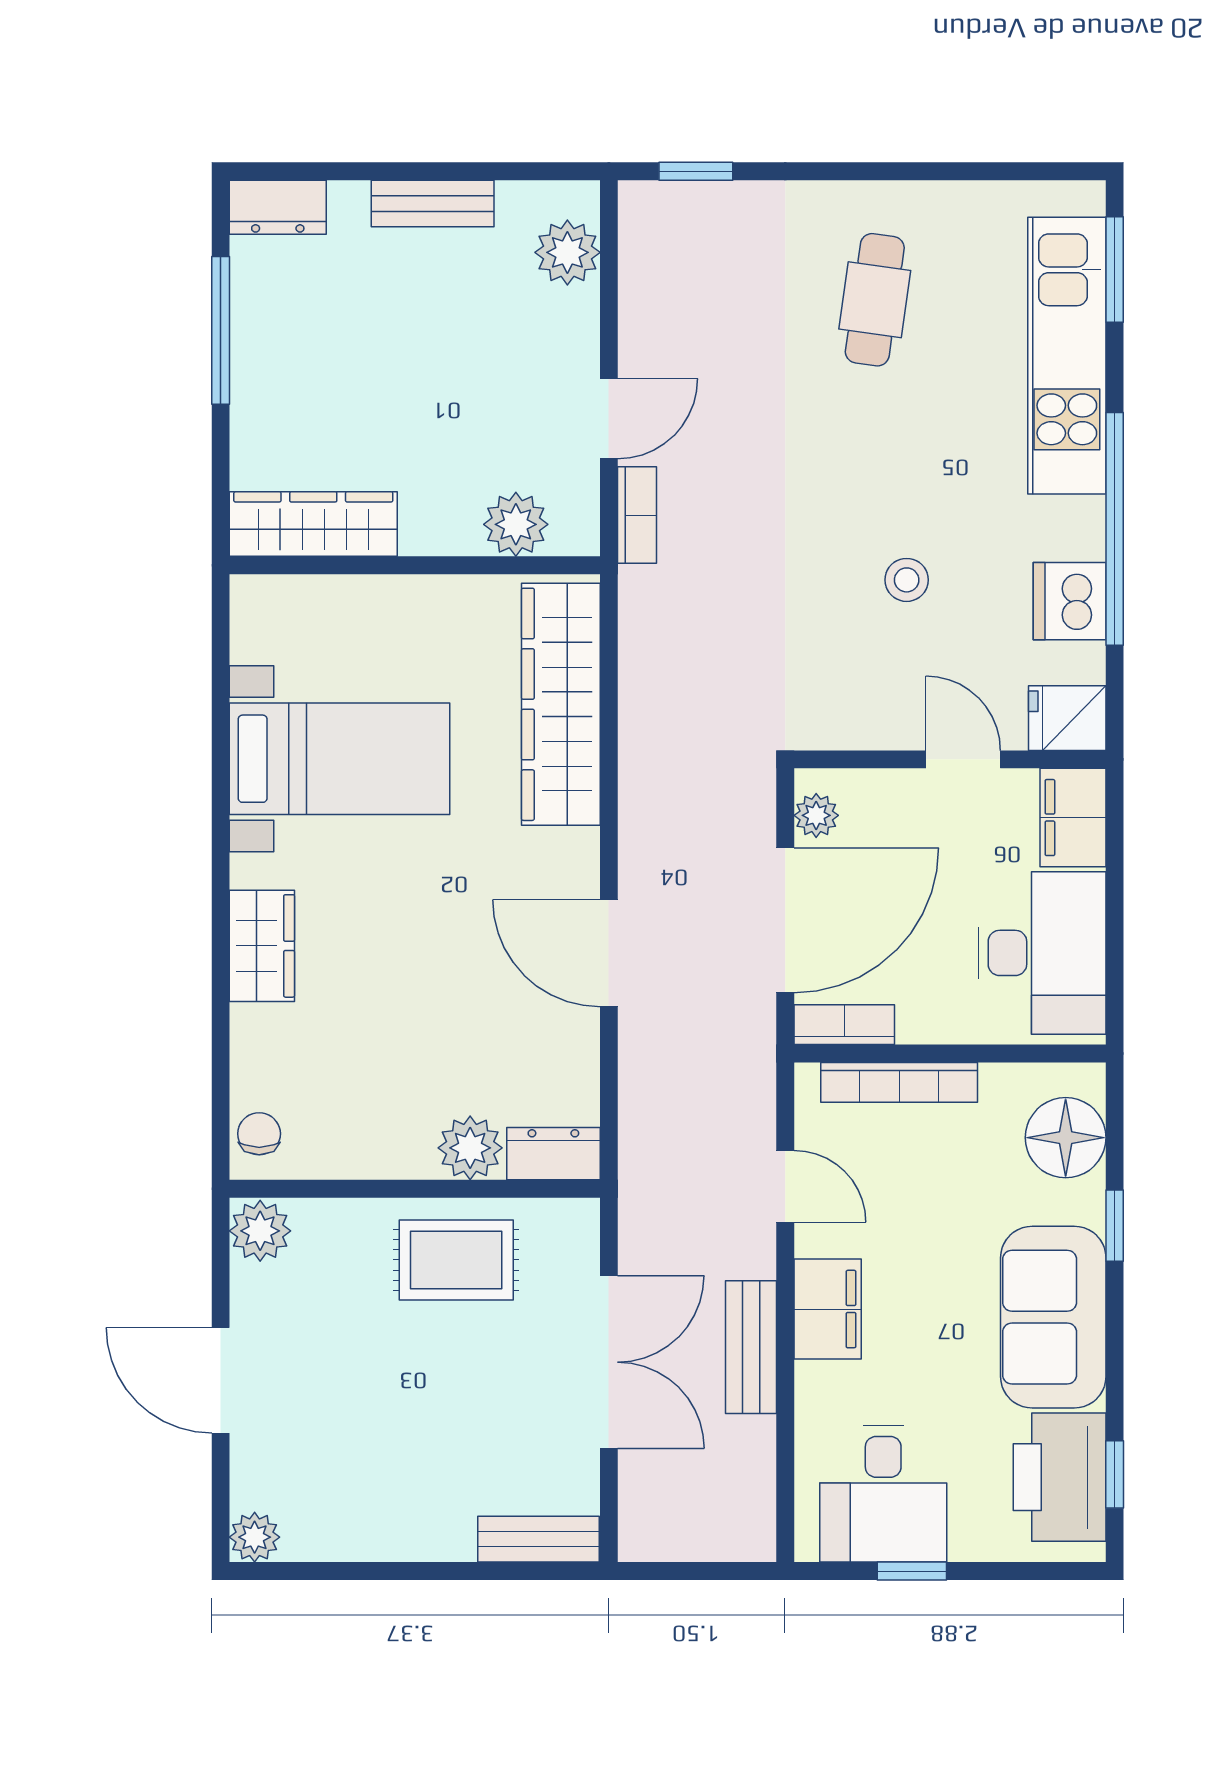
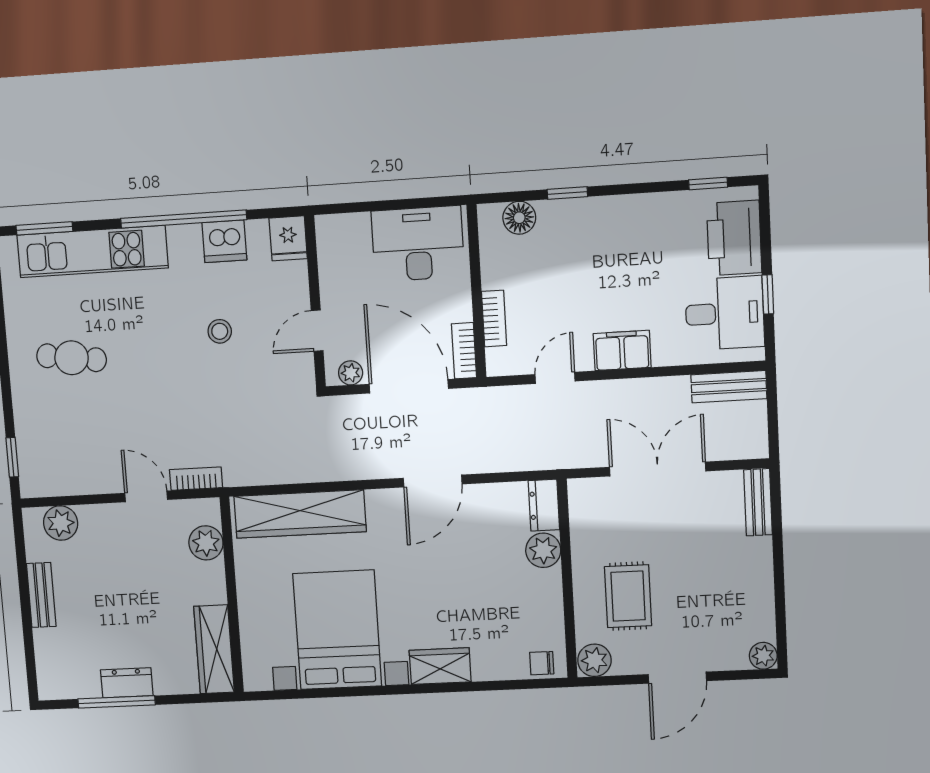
dresser: (278, 207) -> (127, 683), moved, turned -90
bed with nightstands: (340, 759) -> (337, 630), width x1.36
door: (963, 759) -> (317, 331), moved
filing cabinet: (1073, 818) -> (342, 232), removed
bookcase: (899, 1082) -> (494, 319), width x0.64
floor lamp: (1066, 1138) -> (519, 218), width x0.73, depth x0.73
rug: (456, 1260) -> (628, 596), moved
sofa: (1053, 1317) -> (621, 224), removed
bench: (751, 1347) -> (729, 387), moved
printer: (1060, 1477) -> (734, 238), moved, turned 90

